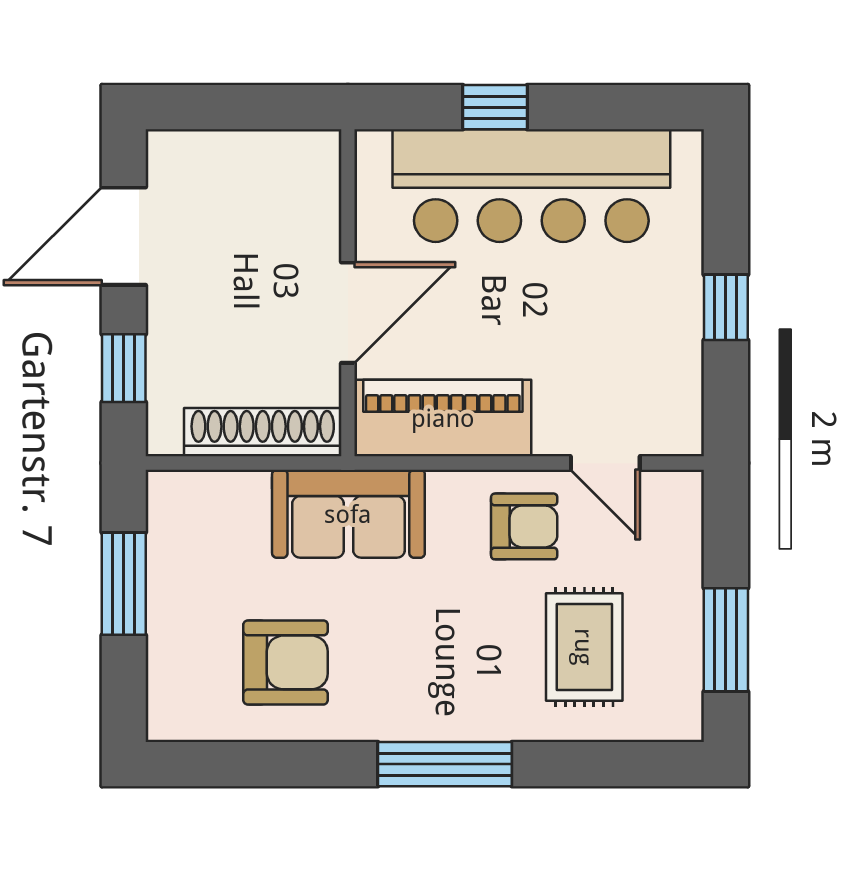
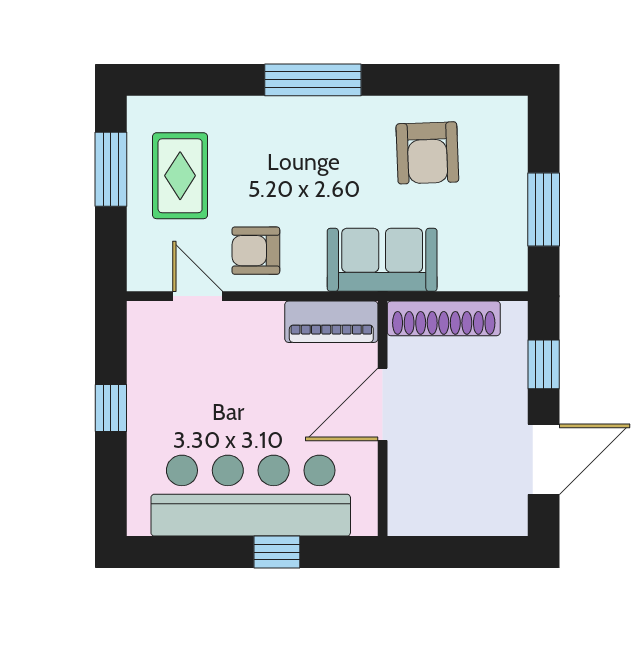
piano: (443, 418) -> (331, 322), width x0.73, depth x0.75
rug: (584, 647) -> (180, 176), moved
armchair: (286, 662) -> (427, 153), turned -92

